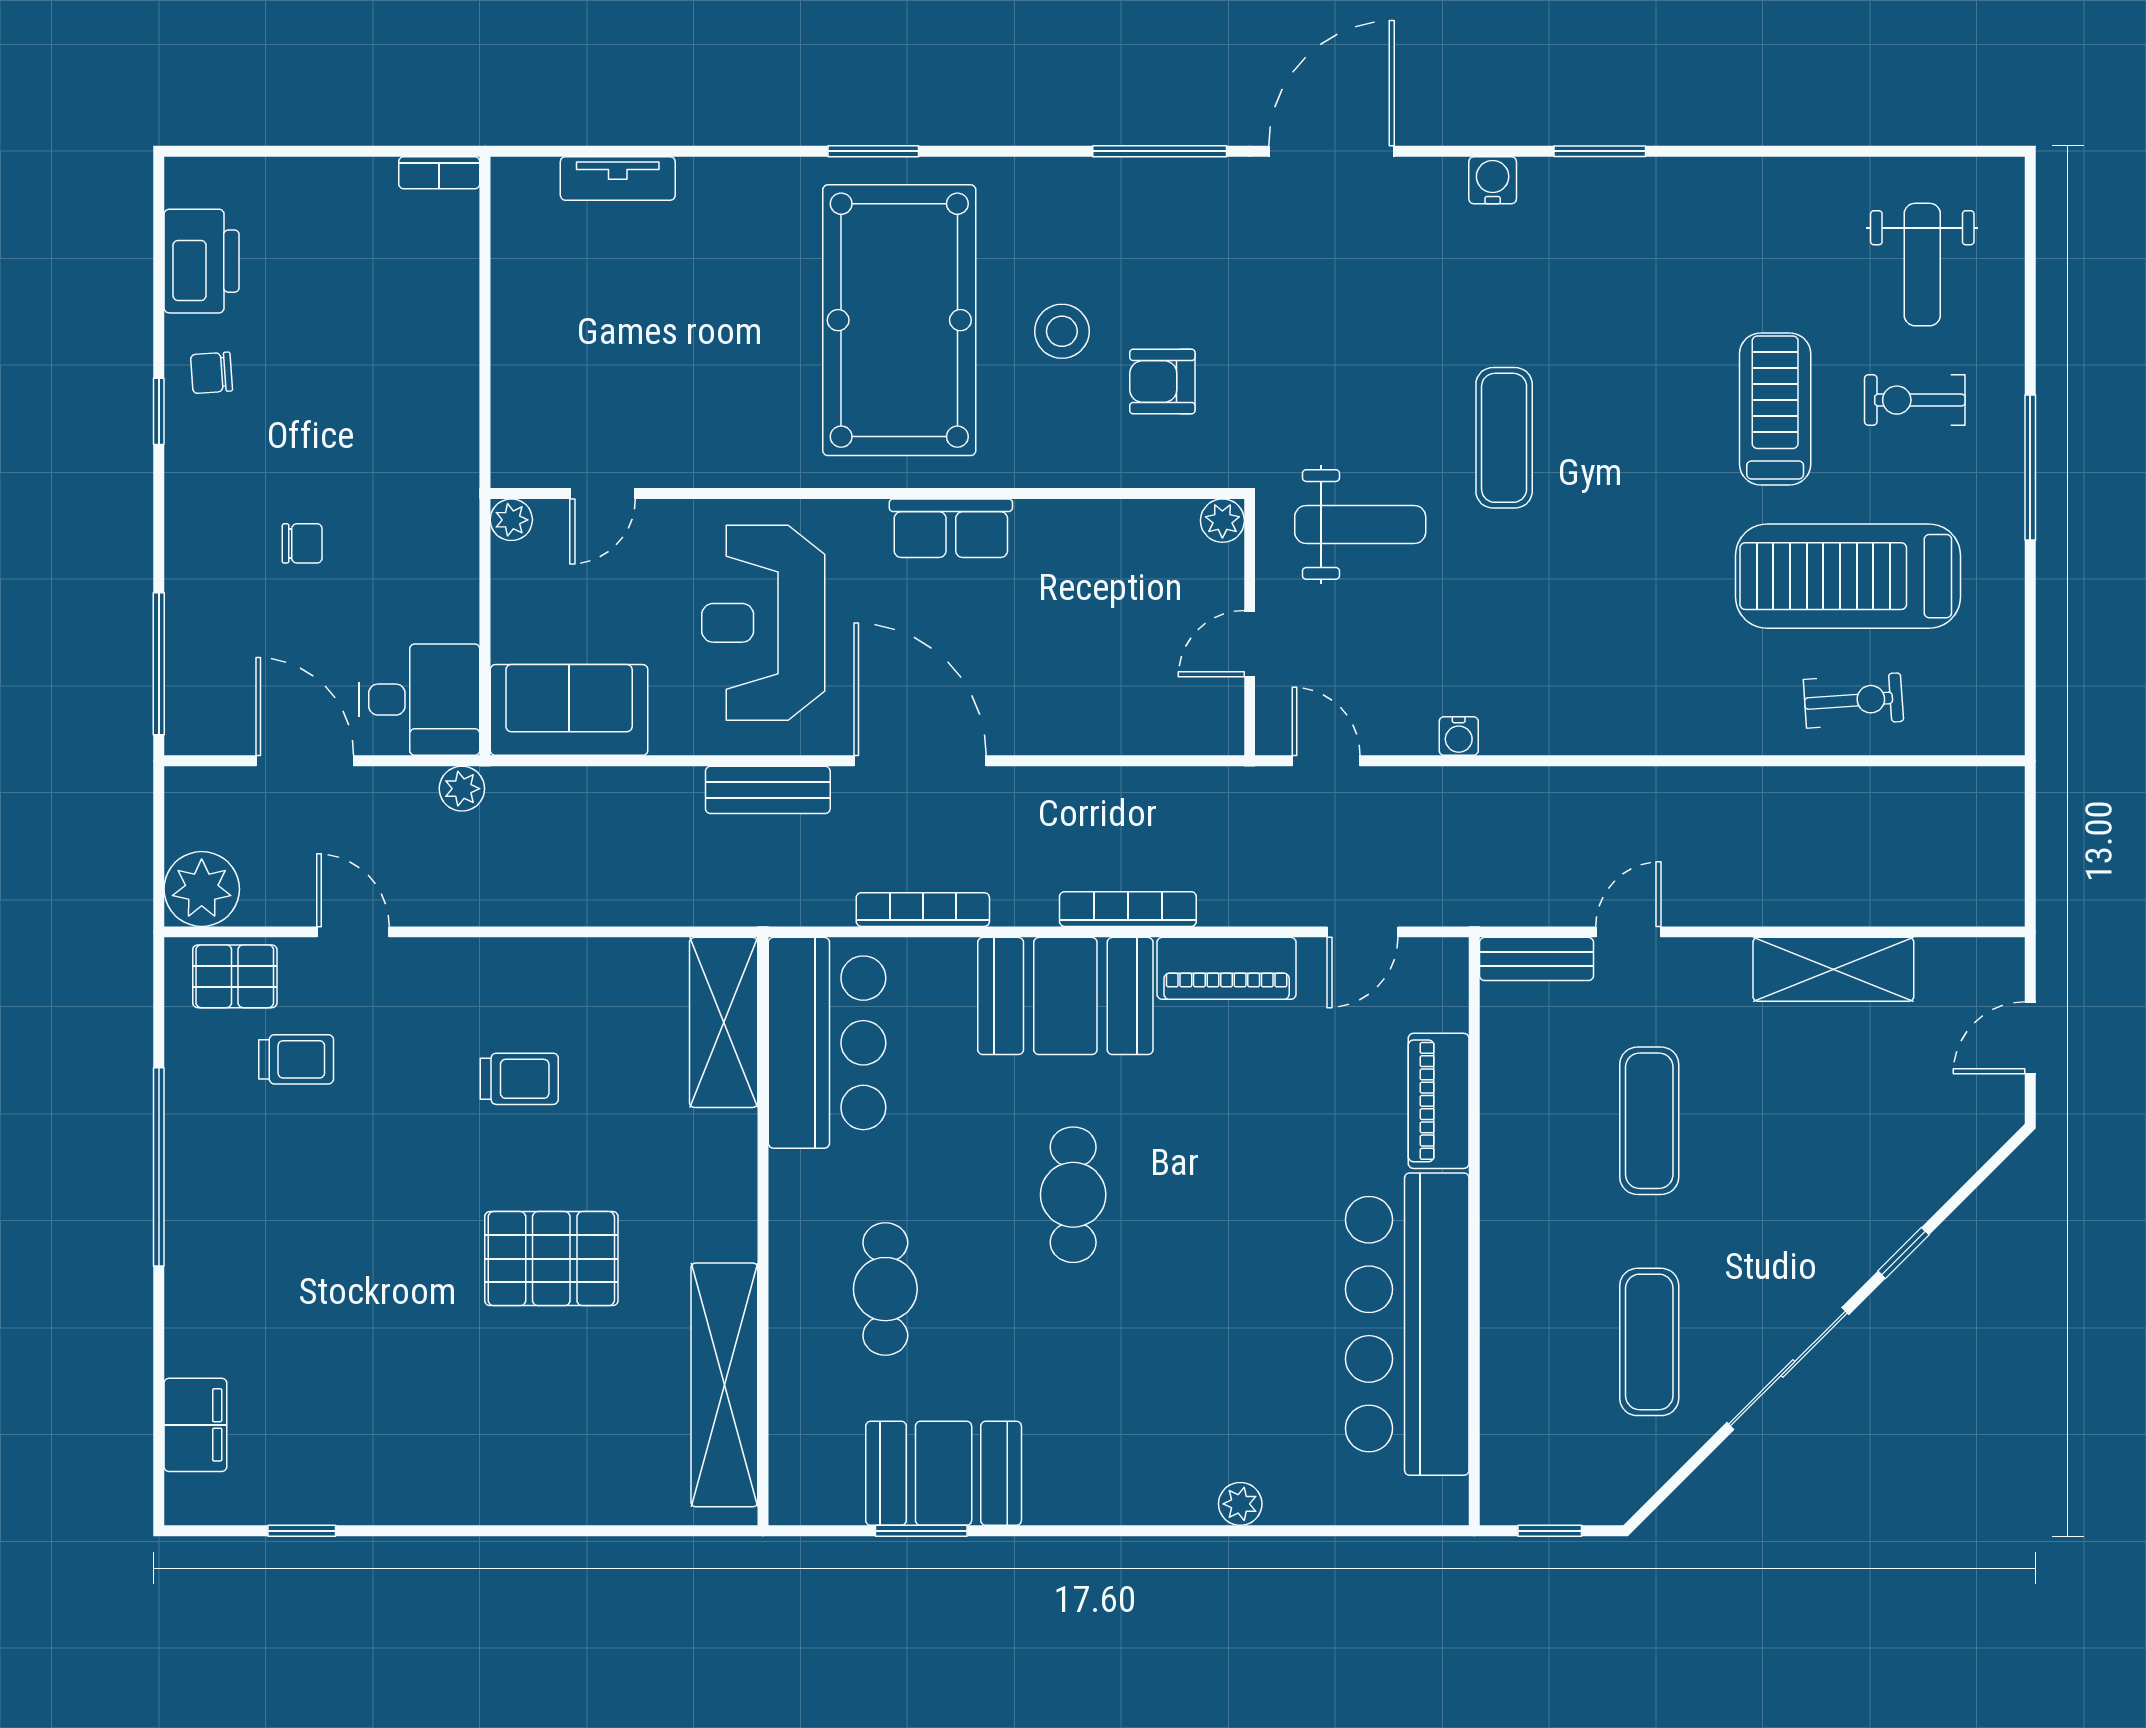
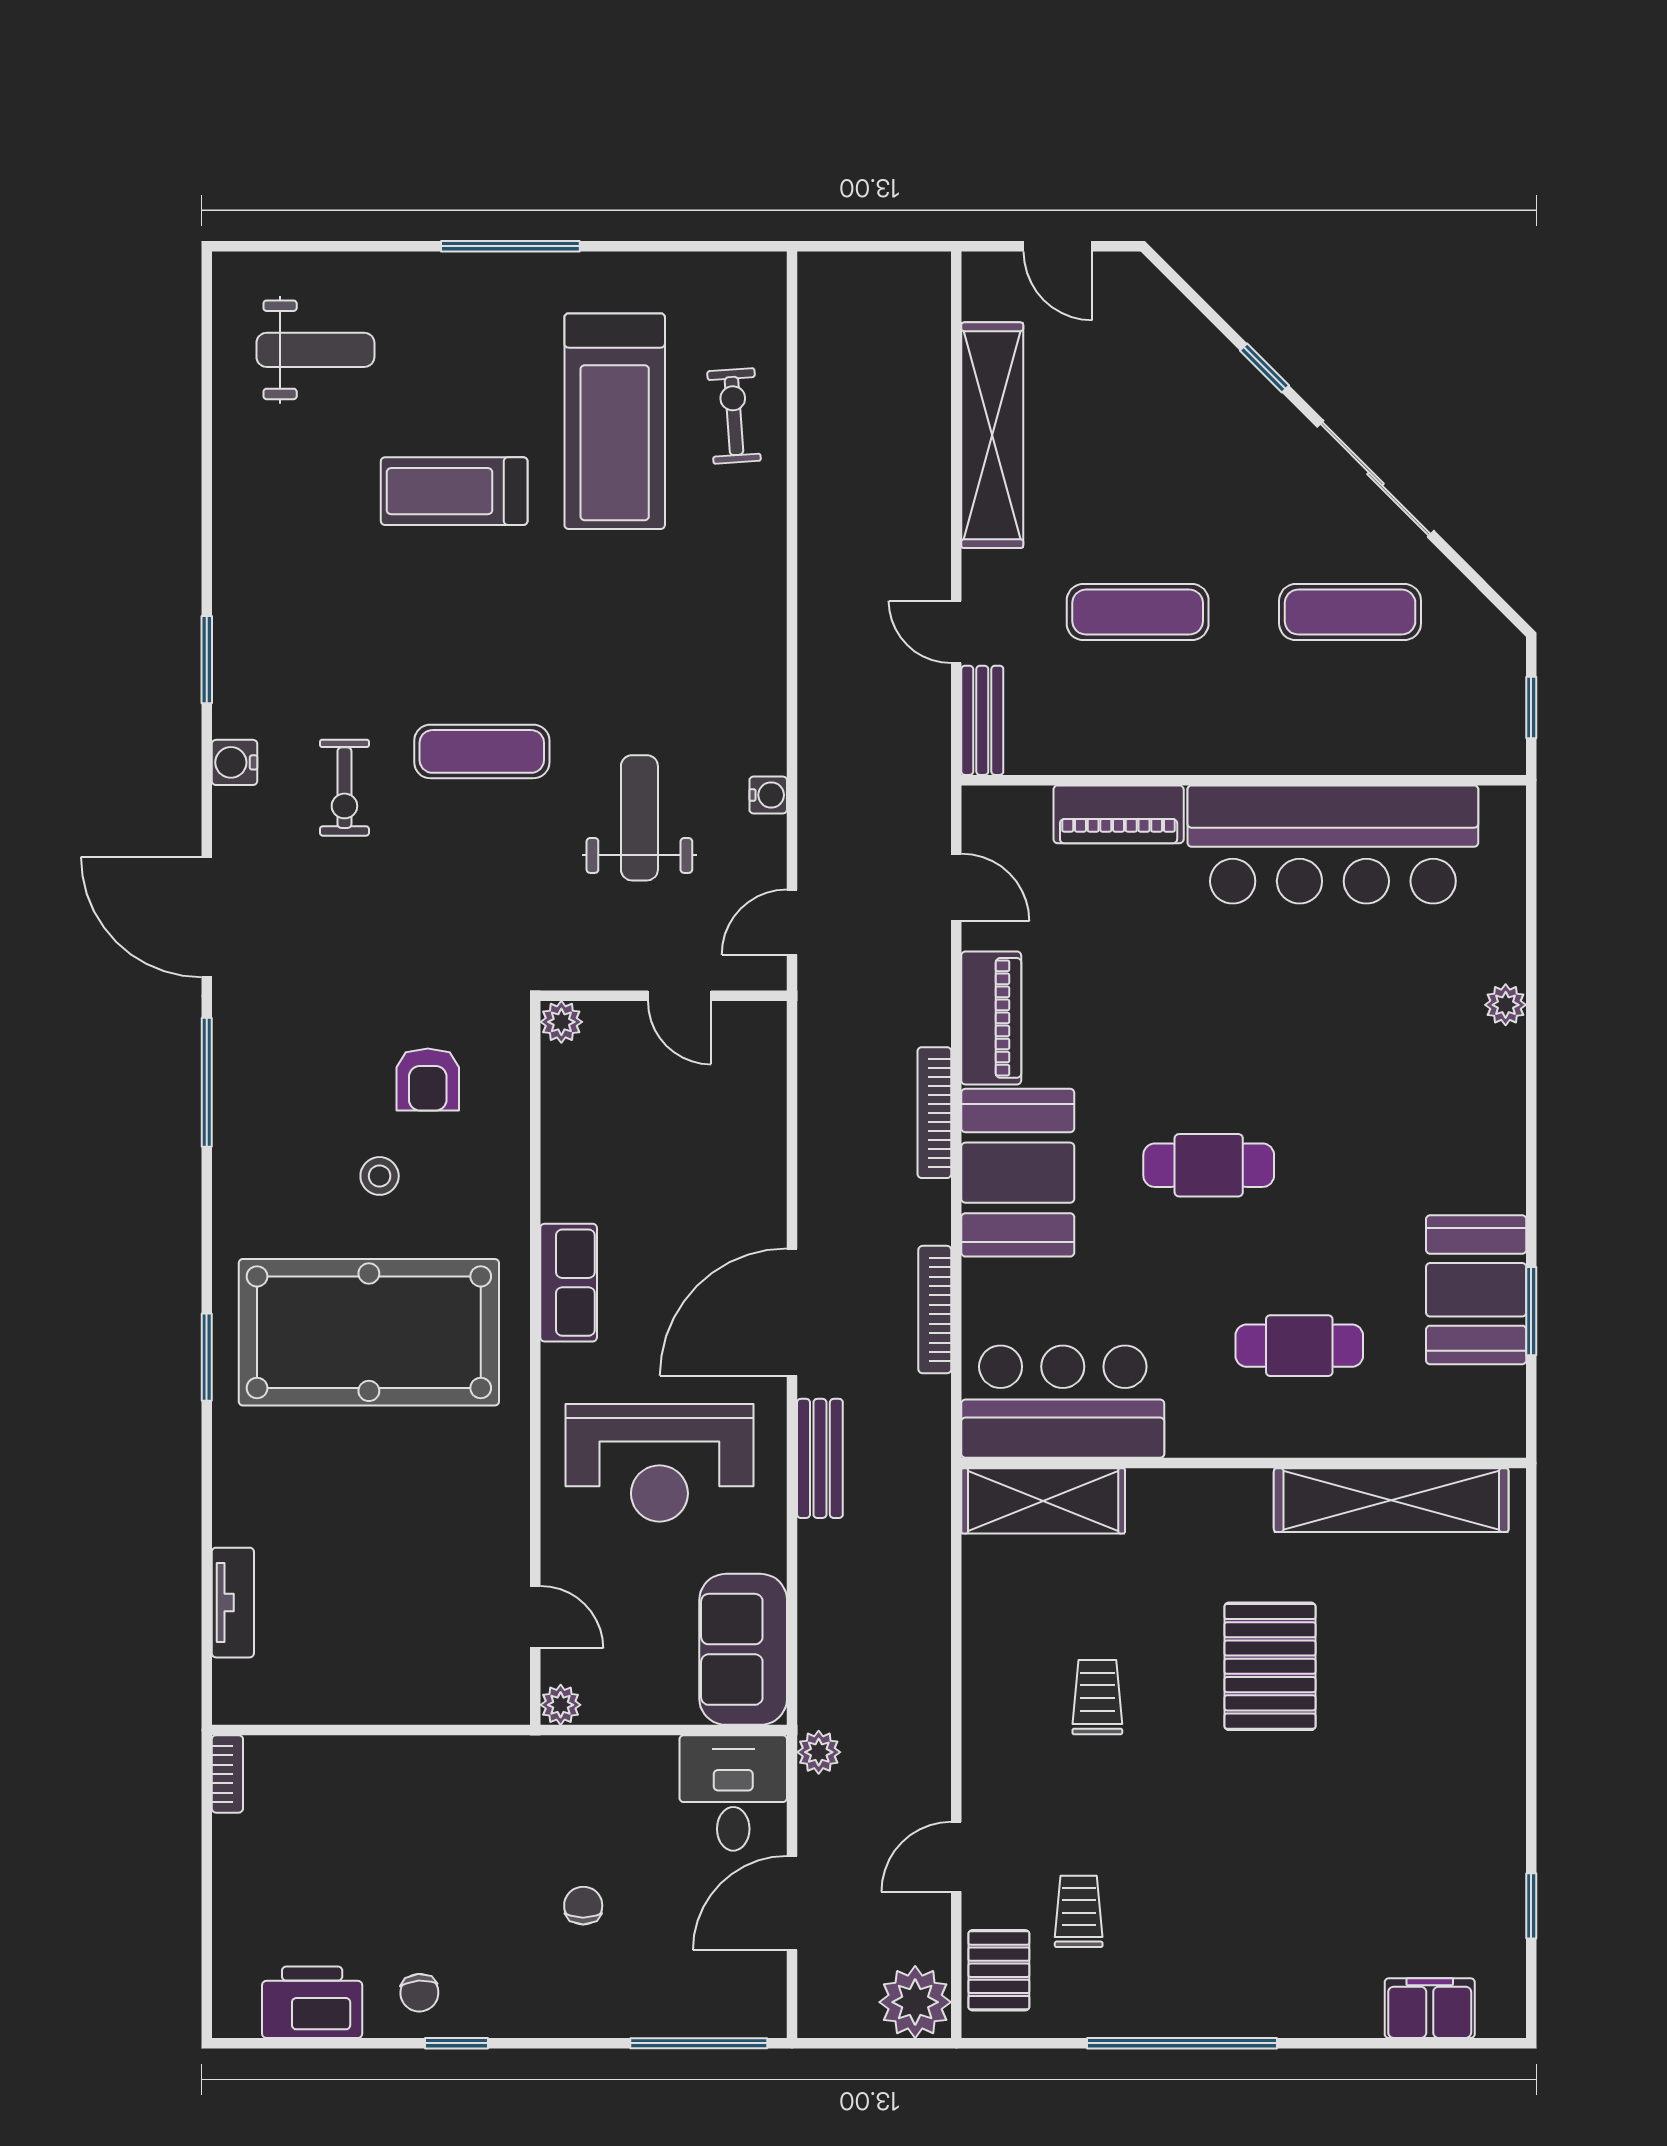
stool: (1062, 331) -> (380, 1176), width x0.73, depth x0.73
exercise bike: (1915, 400) -> (344, 788), moved
weight bench: (1360, 524) -> (639, 818), moved
shelving: (1833, 969) -> (992, 435), width x1.47

